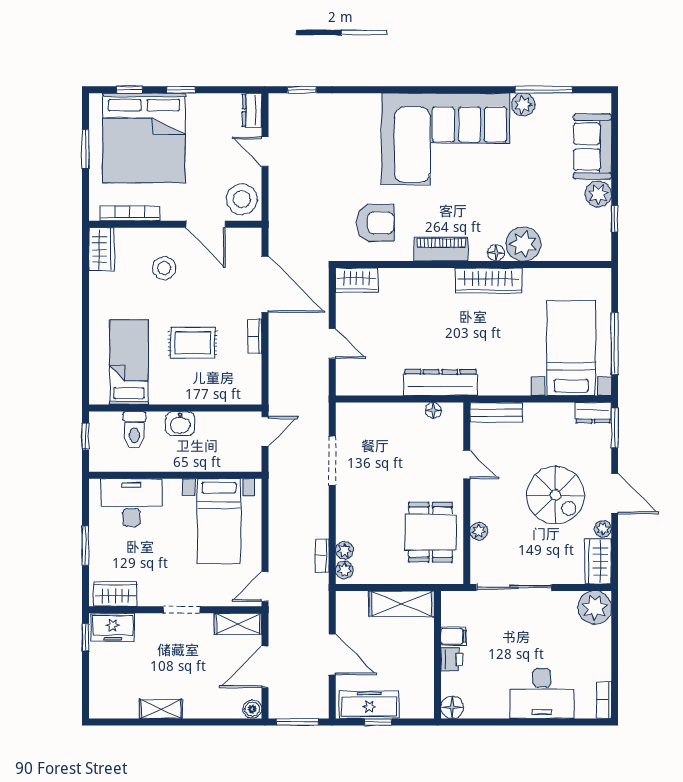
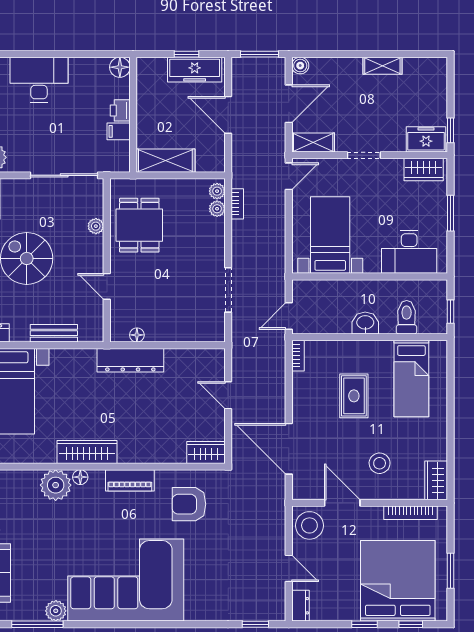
bookcase: (255, 337) -> (298, 356), moved
rug: (193, 343) -> (354, 396), turned 90
bench: (496, 412) -> (54, 333), moved

